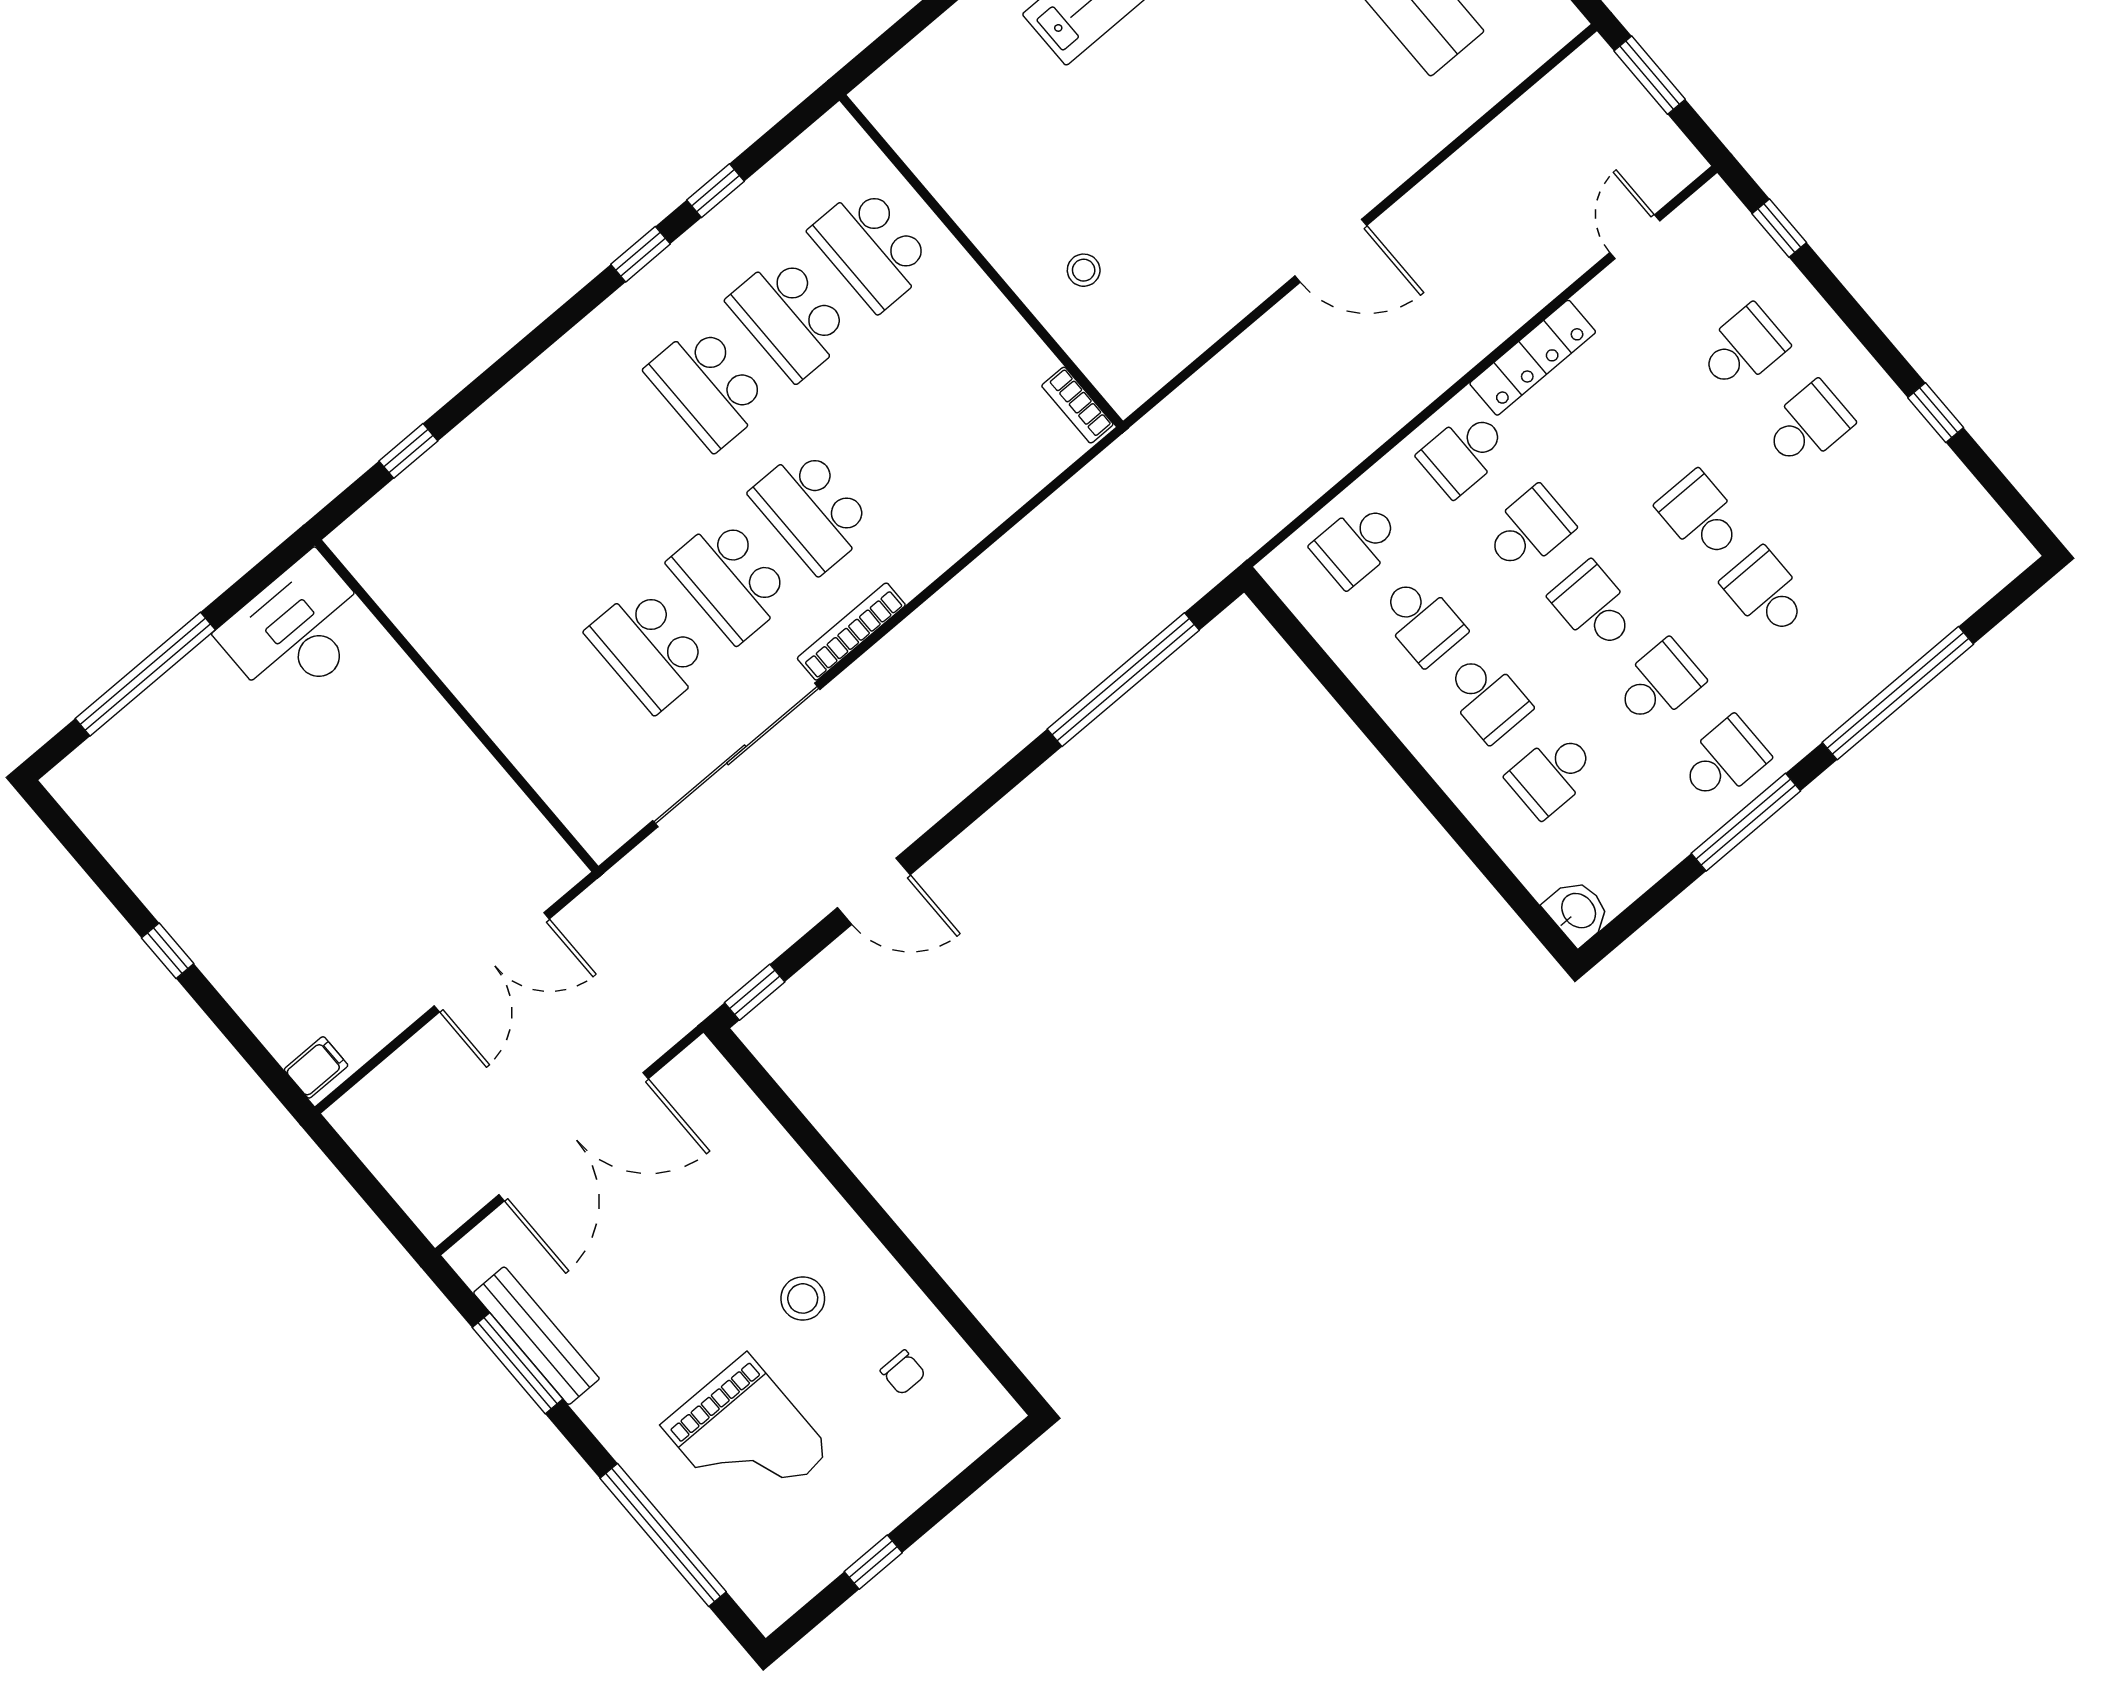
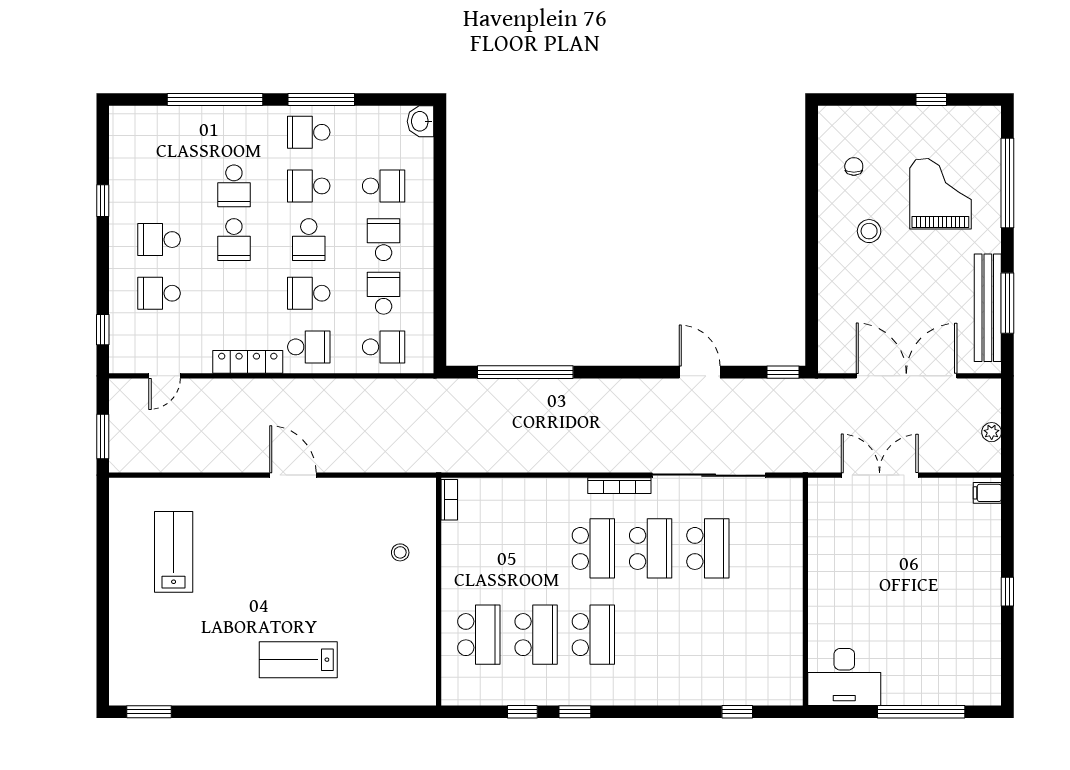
plant: (384, 1160) -> (992, 432), added
bench: (536, 1336) -> (988, 308), width x1.37, depth x1.21

